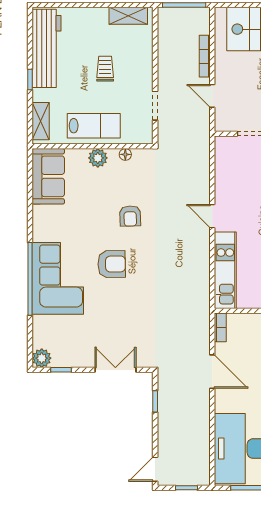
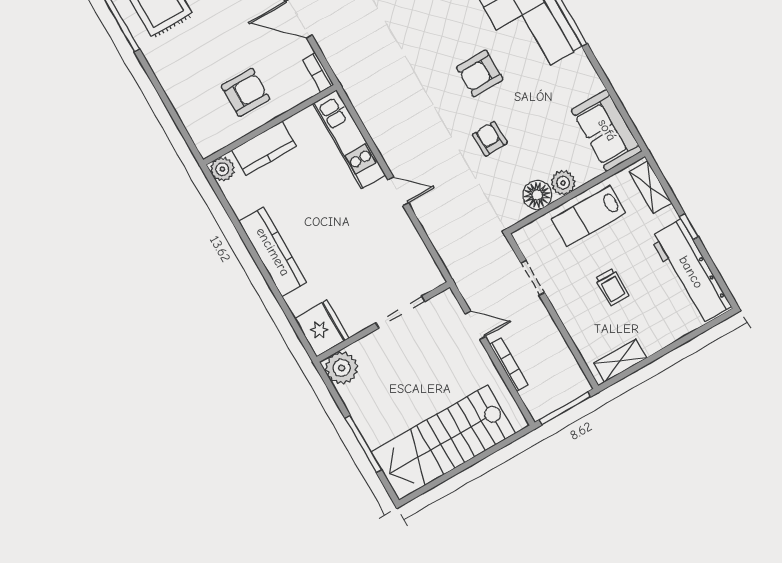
floor lamp: (125, 154) -> (537, 195), width x1.89, depth x1.89

